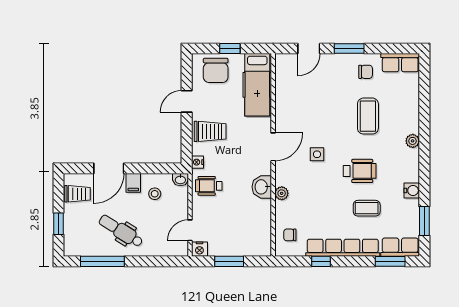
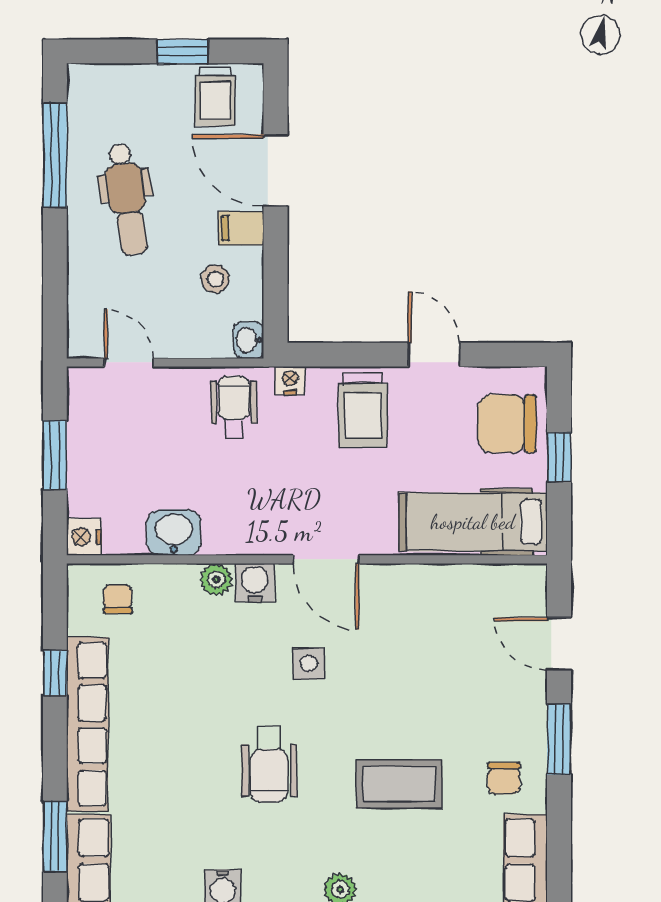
water cooler: (283, 177) -> (255, 583), added
washbasin: (262, 187) -> (174, 533), moved
coffee table: (367, 208) -> (181, 781), removed
window: (59, 224) -> (183, 51), moved
dental chair: (121, 231) -> (127, 199), turned 139
nightstand: (199, 249) -> (84, 537), moved

